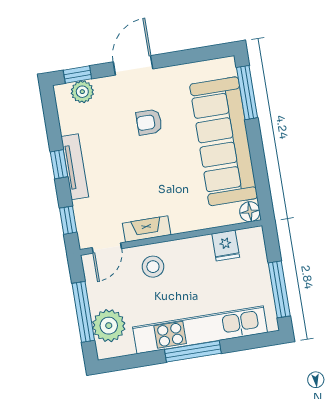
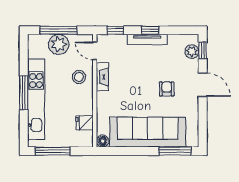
plant: (109, 326) -> (59, 44), moved

